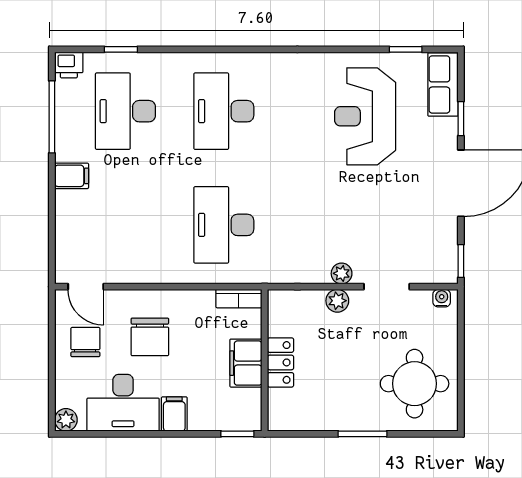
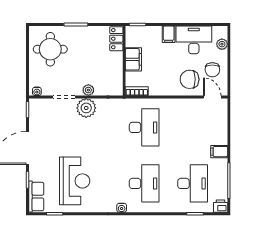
water cooler: (270, 62) -> (122, 208), added
plant: (342, 273) -> (86, 108), width x1.87, depth x1.87
chair: (150, 337) -> (190, 79), moved, turned -90
locker: (280, 362) -> (116, 39), moved
plant: (66, 420) -> (222, 44), moved

